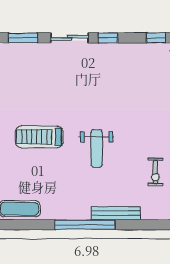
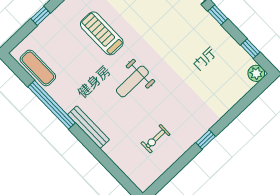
bench: (116, 213) -> (88, 127), moved
window: (85, 225) -> (52, 105), moved

